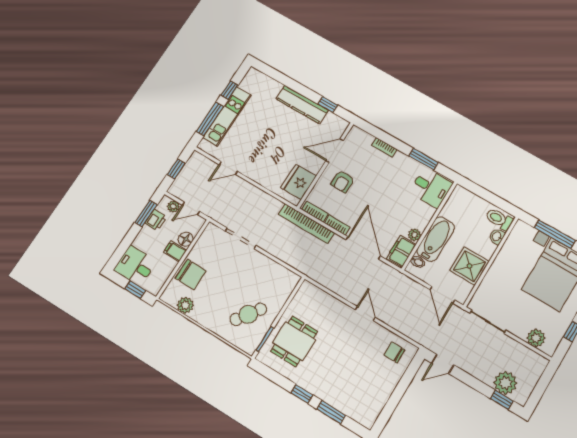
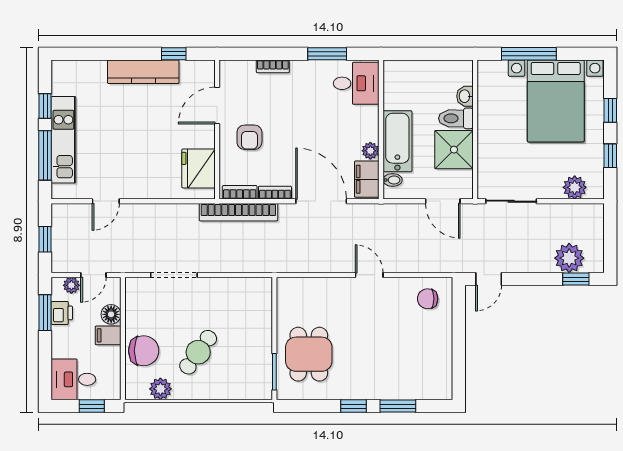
toilet: (499, 219) -> (456, 118), moved
cafe table: (248, 314) -> (198, 352), moved

